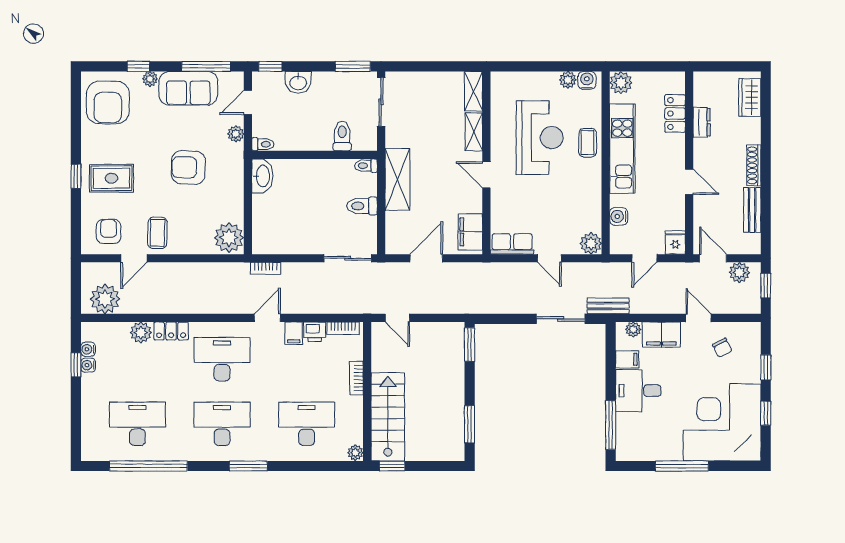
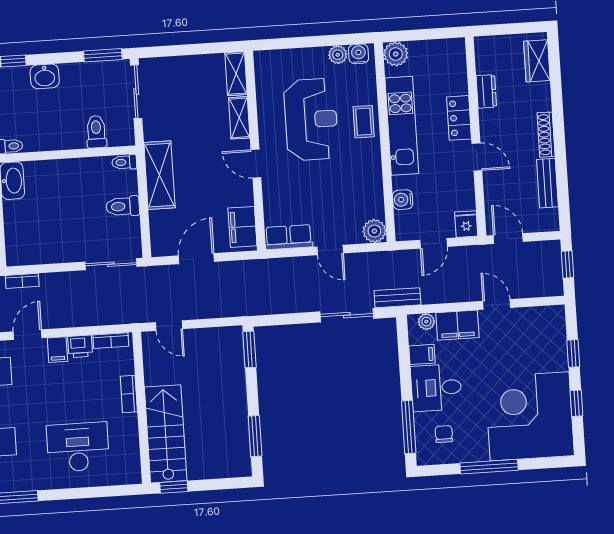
locker: (675, 114) -> (459, 118), moved
plant: (739, 272) -> (538, 252), removed
chair: (722, 348) -> (444, 434), moved, turned -152
plant: (355, 453) -> (133, 475), removed

